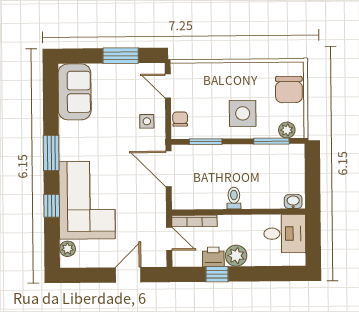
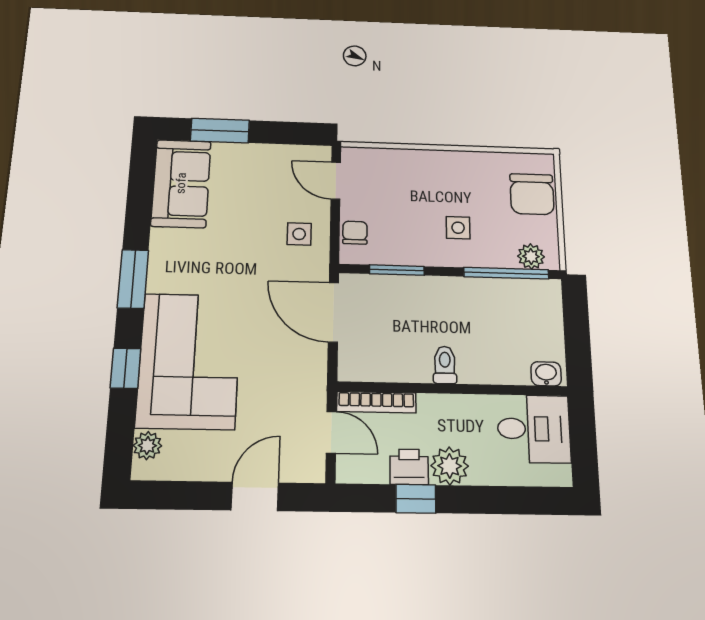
window: (121, 56) -> (220, 131), moved
side table: (243, 113) -> (458, 228), width x0.54, depth x0.54
window: (271, 141) -> (506, 273), width x1.44

